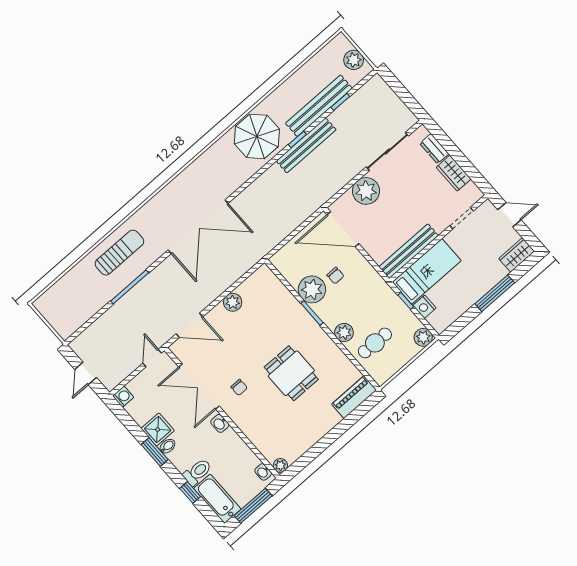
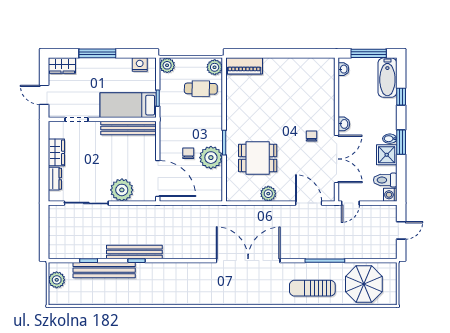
parasol: (257, 136) -> (364, 284), moved
nightstand: (424, 307) -> (140, 65), moved, turned -90
plant: (344, 332) -> (215, 67), moved
dining table: (291, 373) -> (258, 158), moved, turned 90
plant: (280, 465) -> (329, 64), removed
toilet: (197, 472) -> (385, 180), moved

